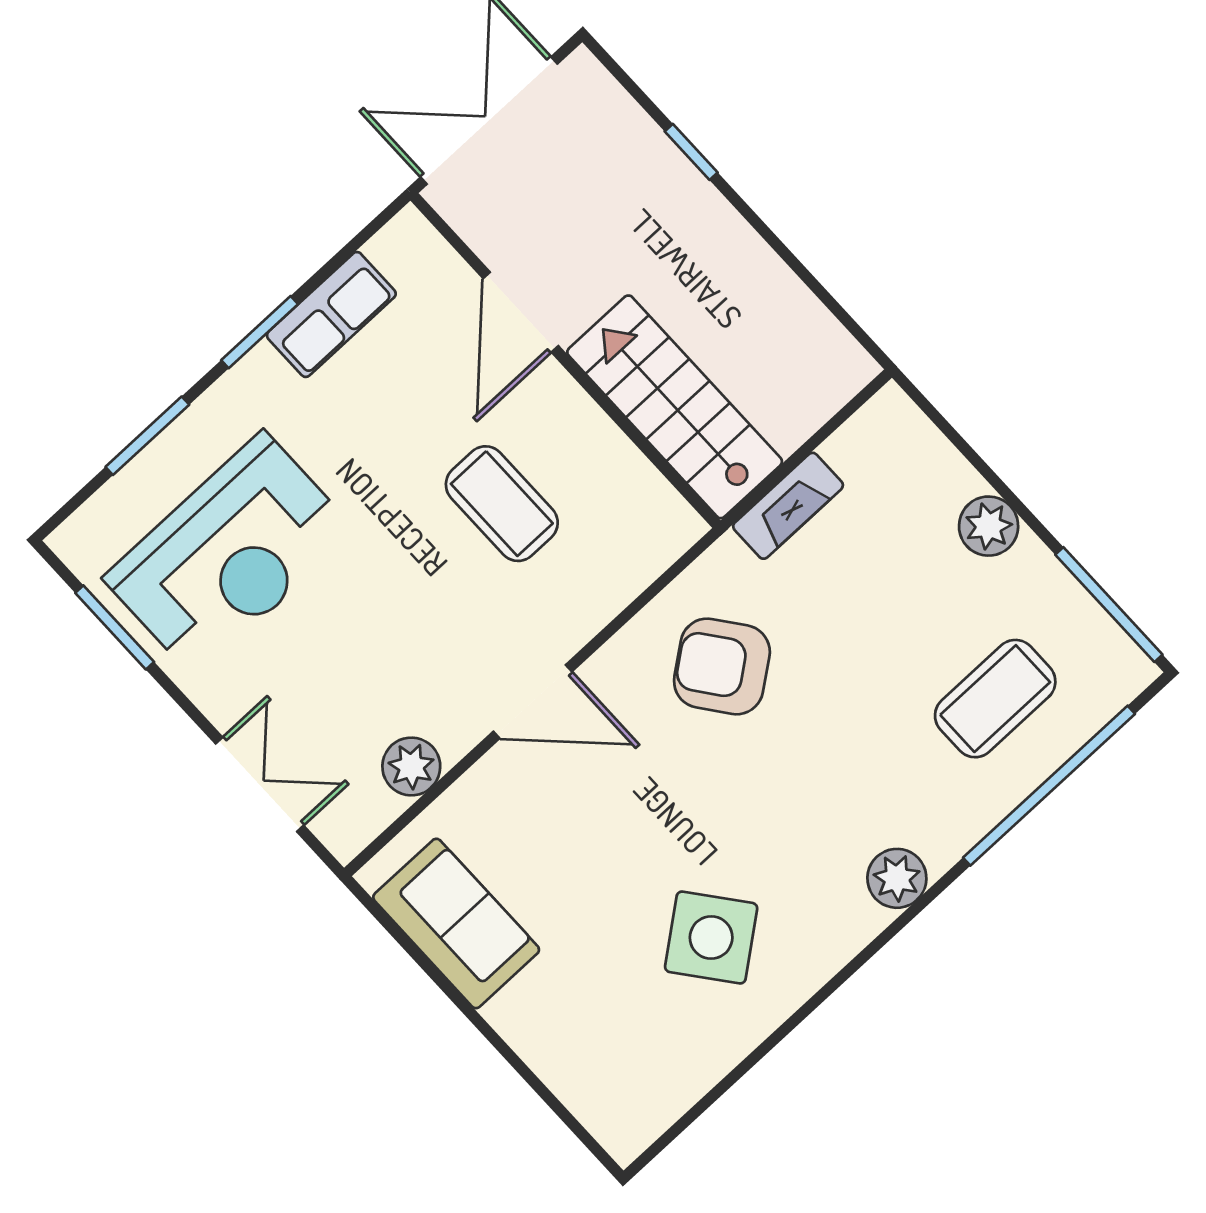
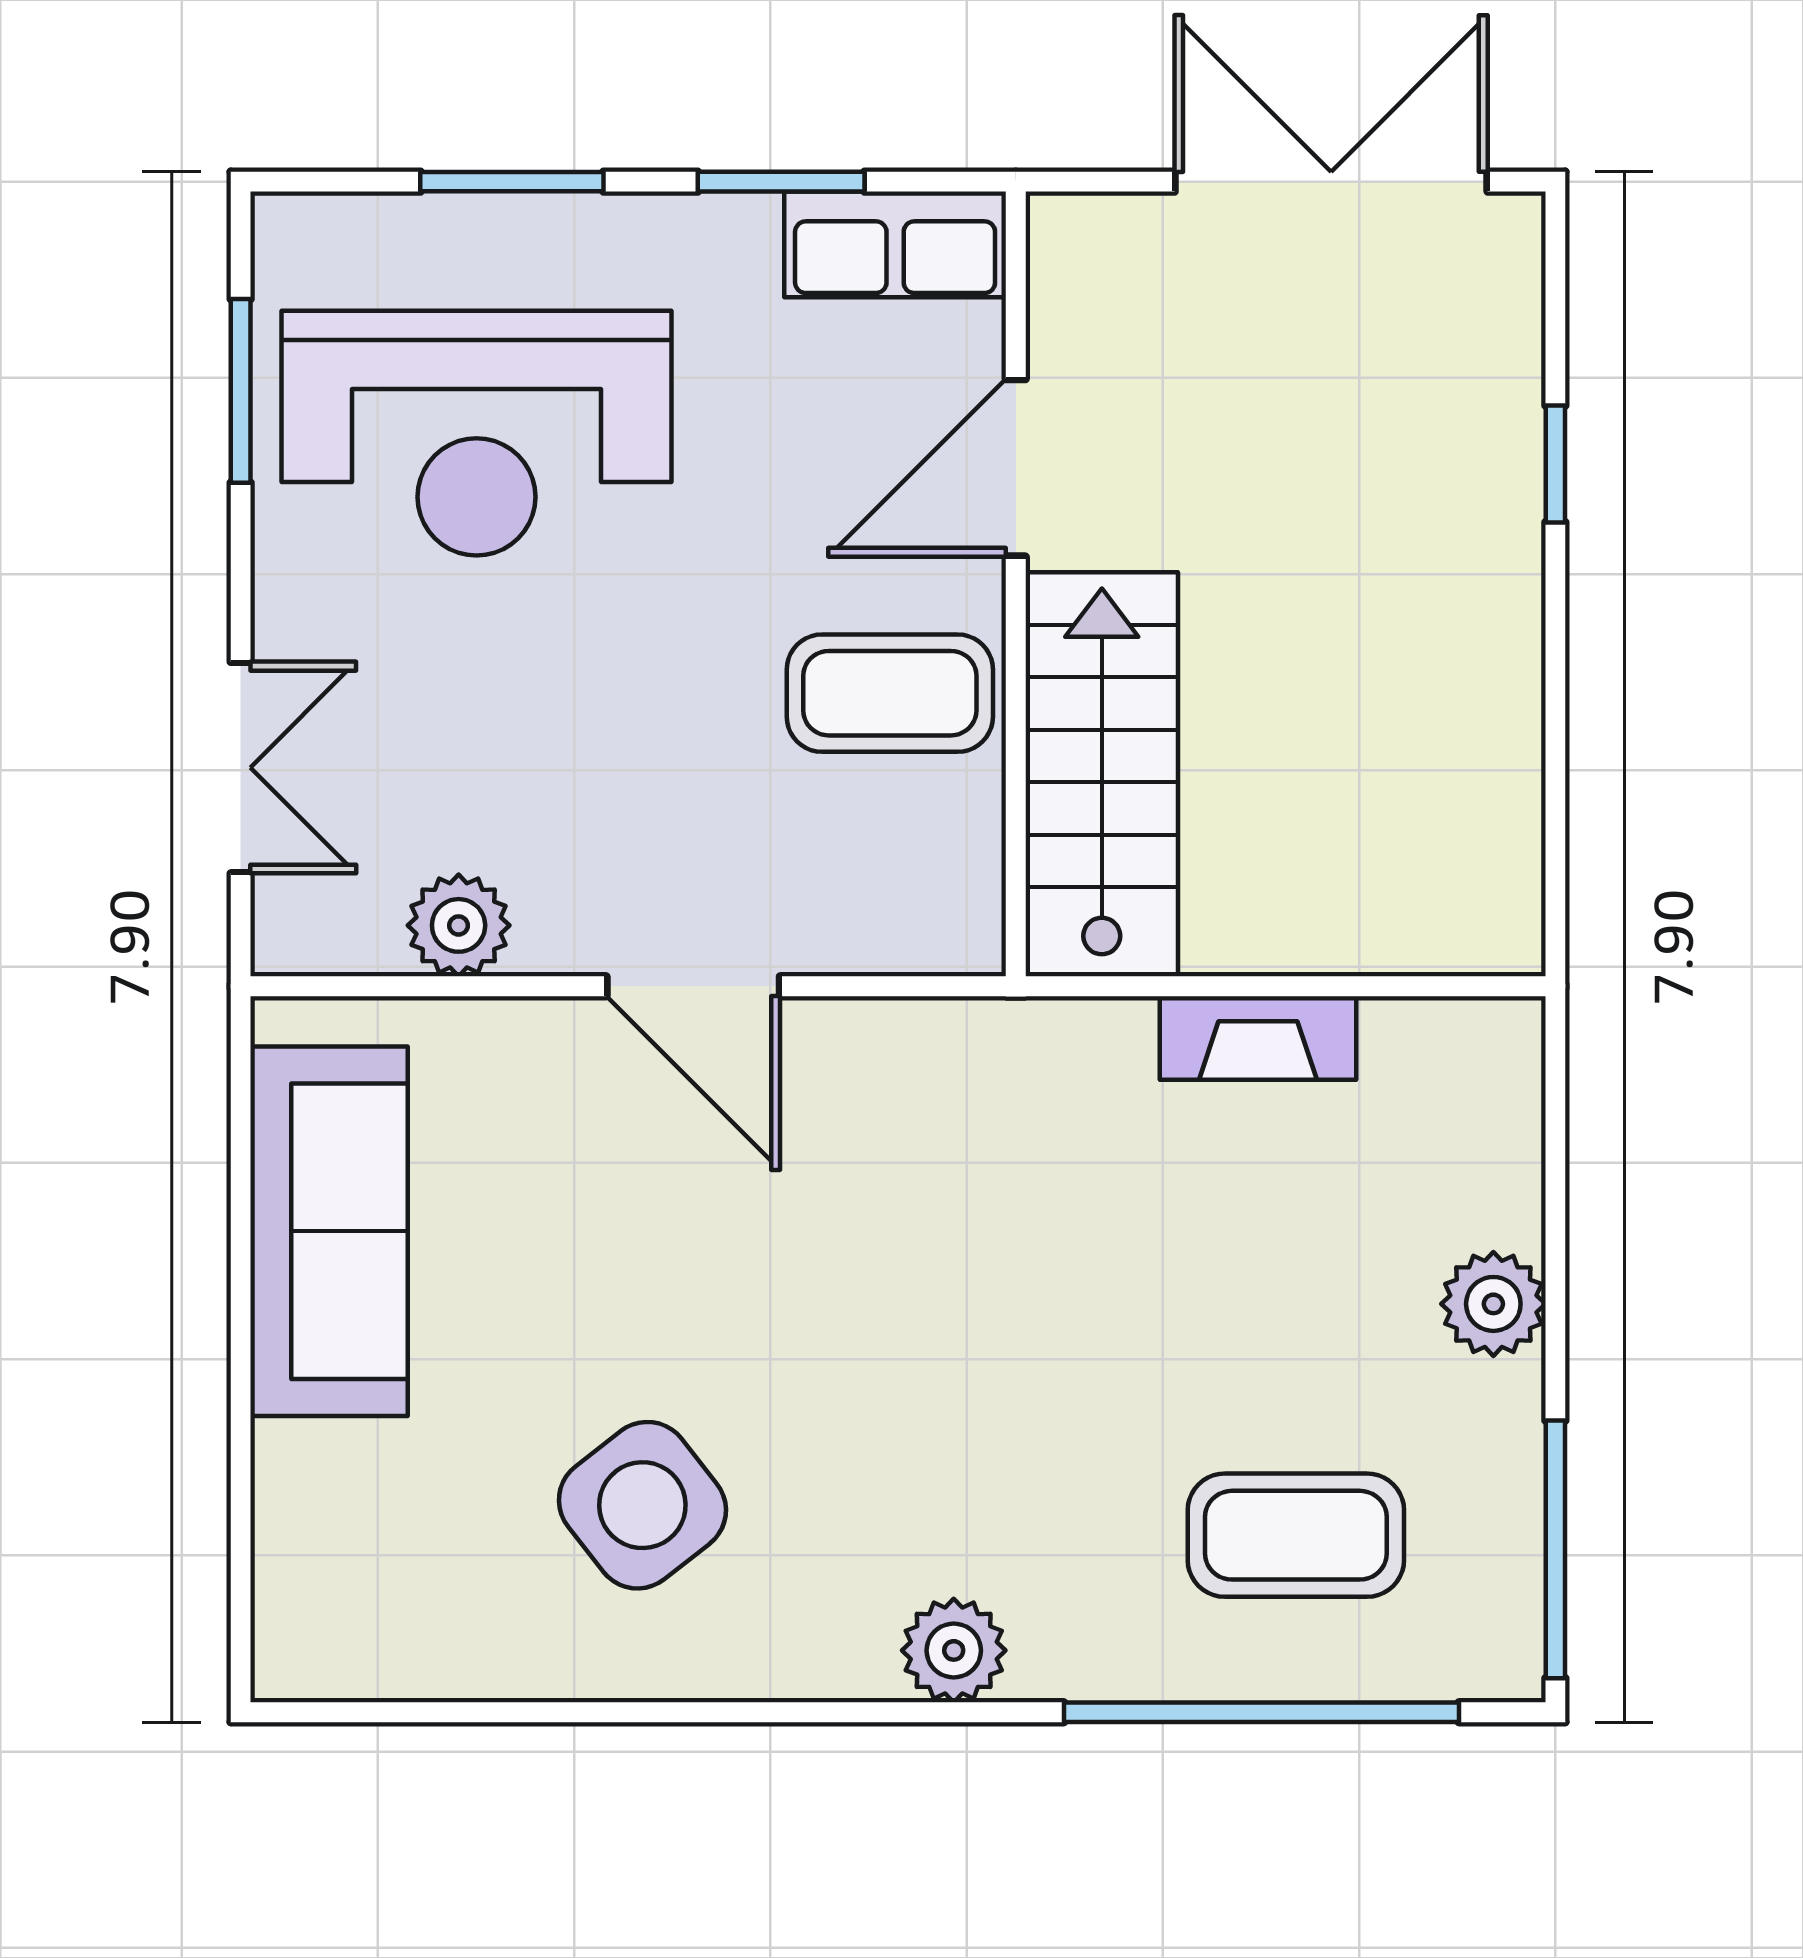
door: (521, 312) -> (1016, 468), moved
wall: (565, 361) -> (1016, 584), moved
stairs: (675, 407) -> (1102, 774), moved
coffee table: (502, 504) -> (890, 693), turned 90
armchair: (722, 666) -> (980, 1167), removed
sofa: (456, 923) -> (329, 1231), width x1.36

